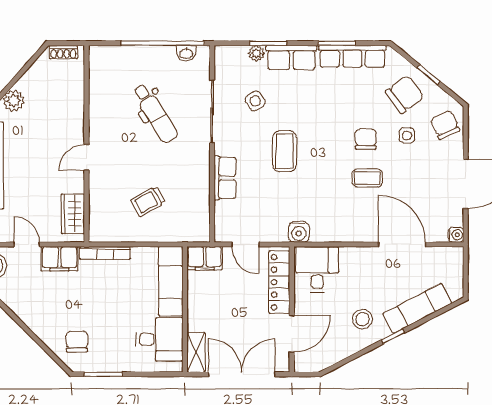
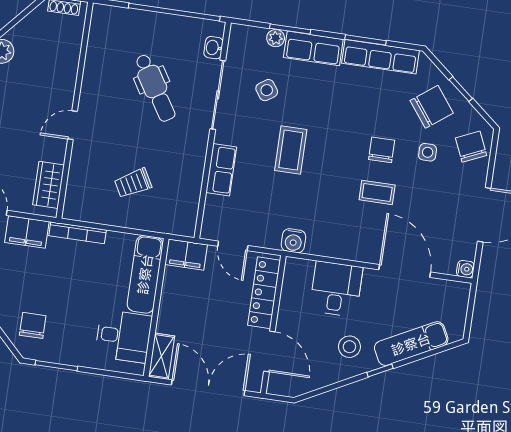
washbasin: (186, 53) -> (213, 48), moved, turned 90
desk: (317, 269) -> (336, 289), moved
door: (292, 334) -> (269, 351), hinge flipped

